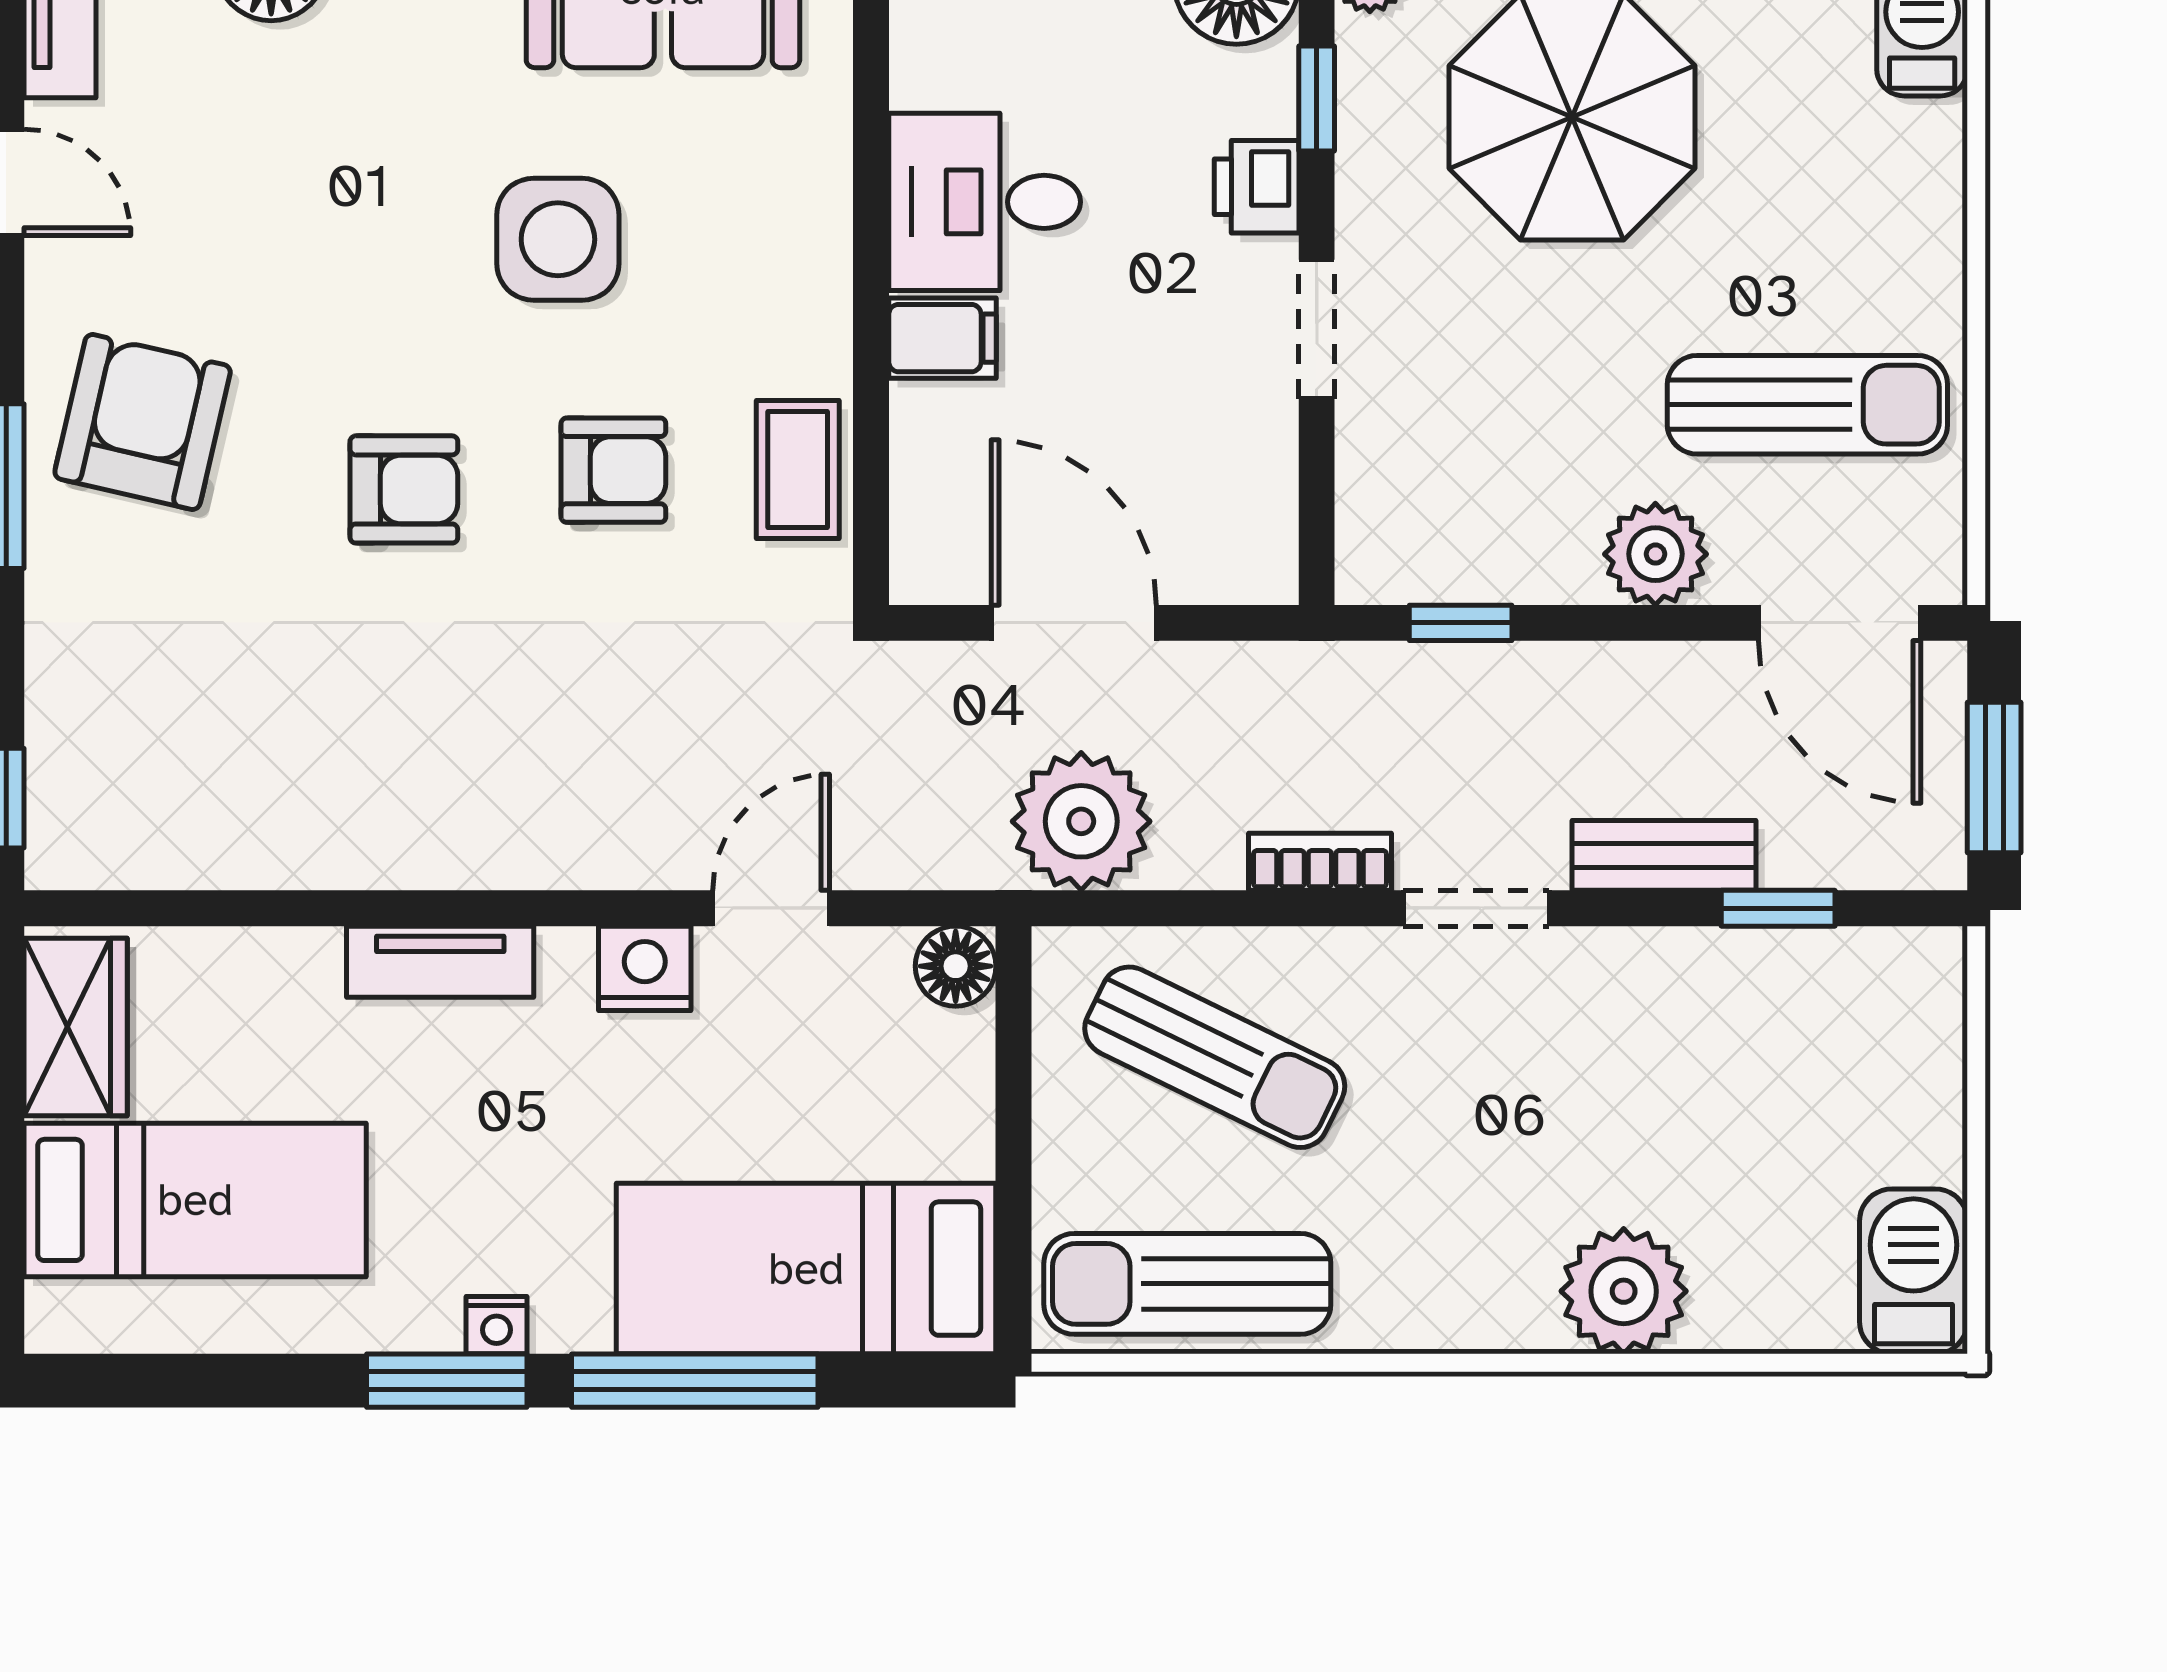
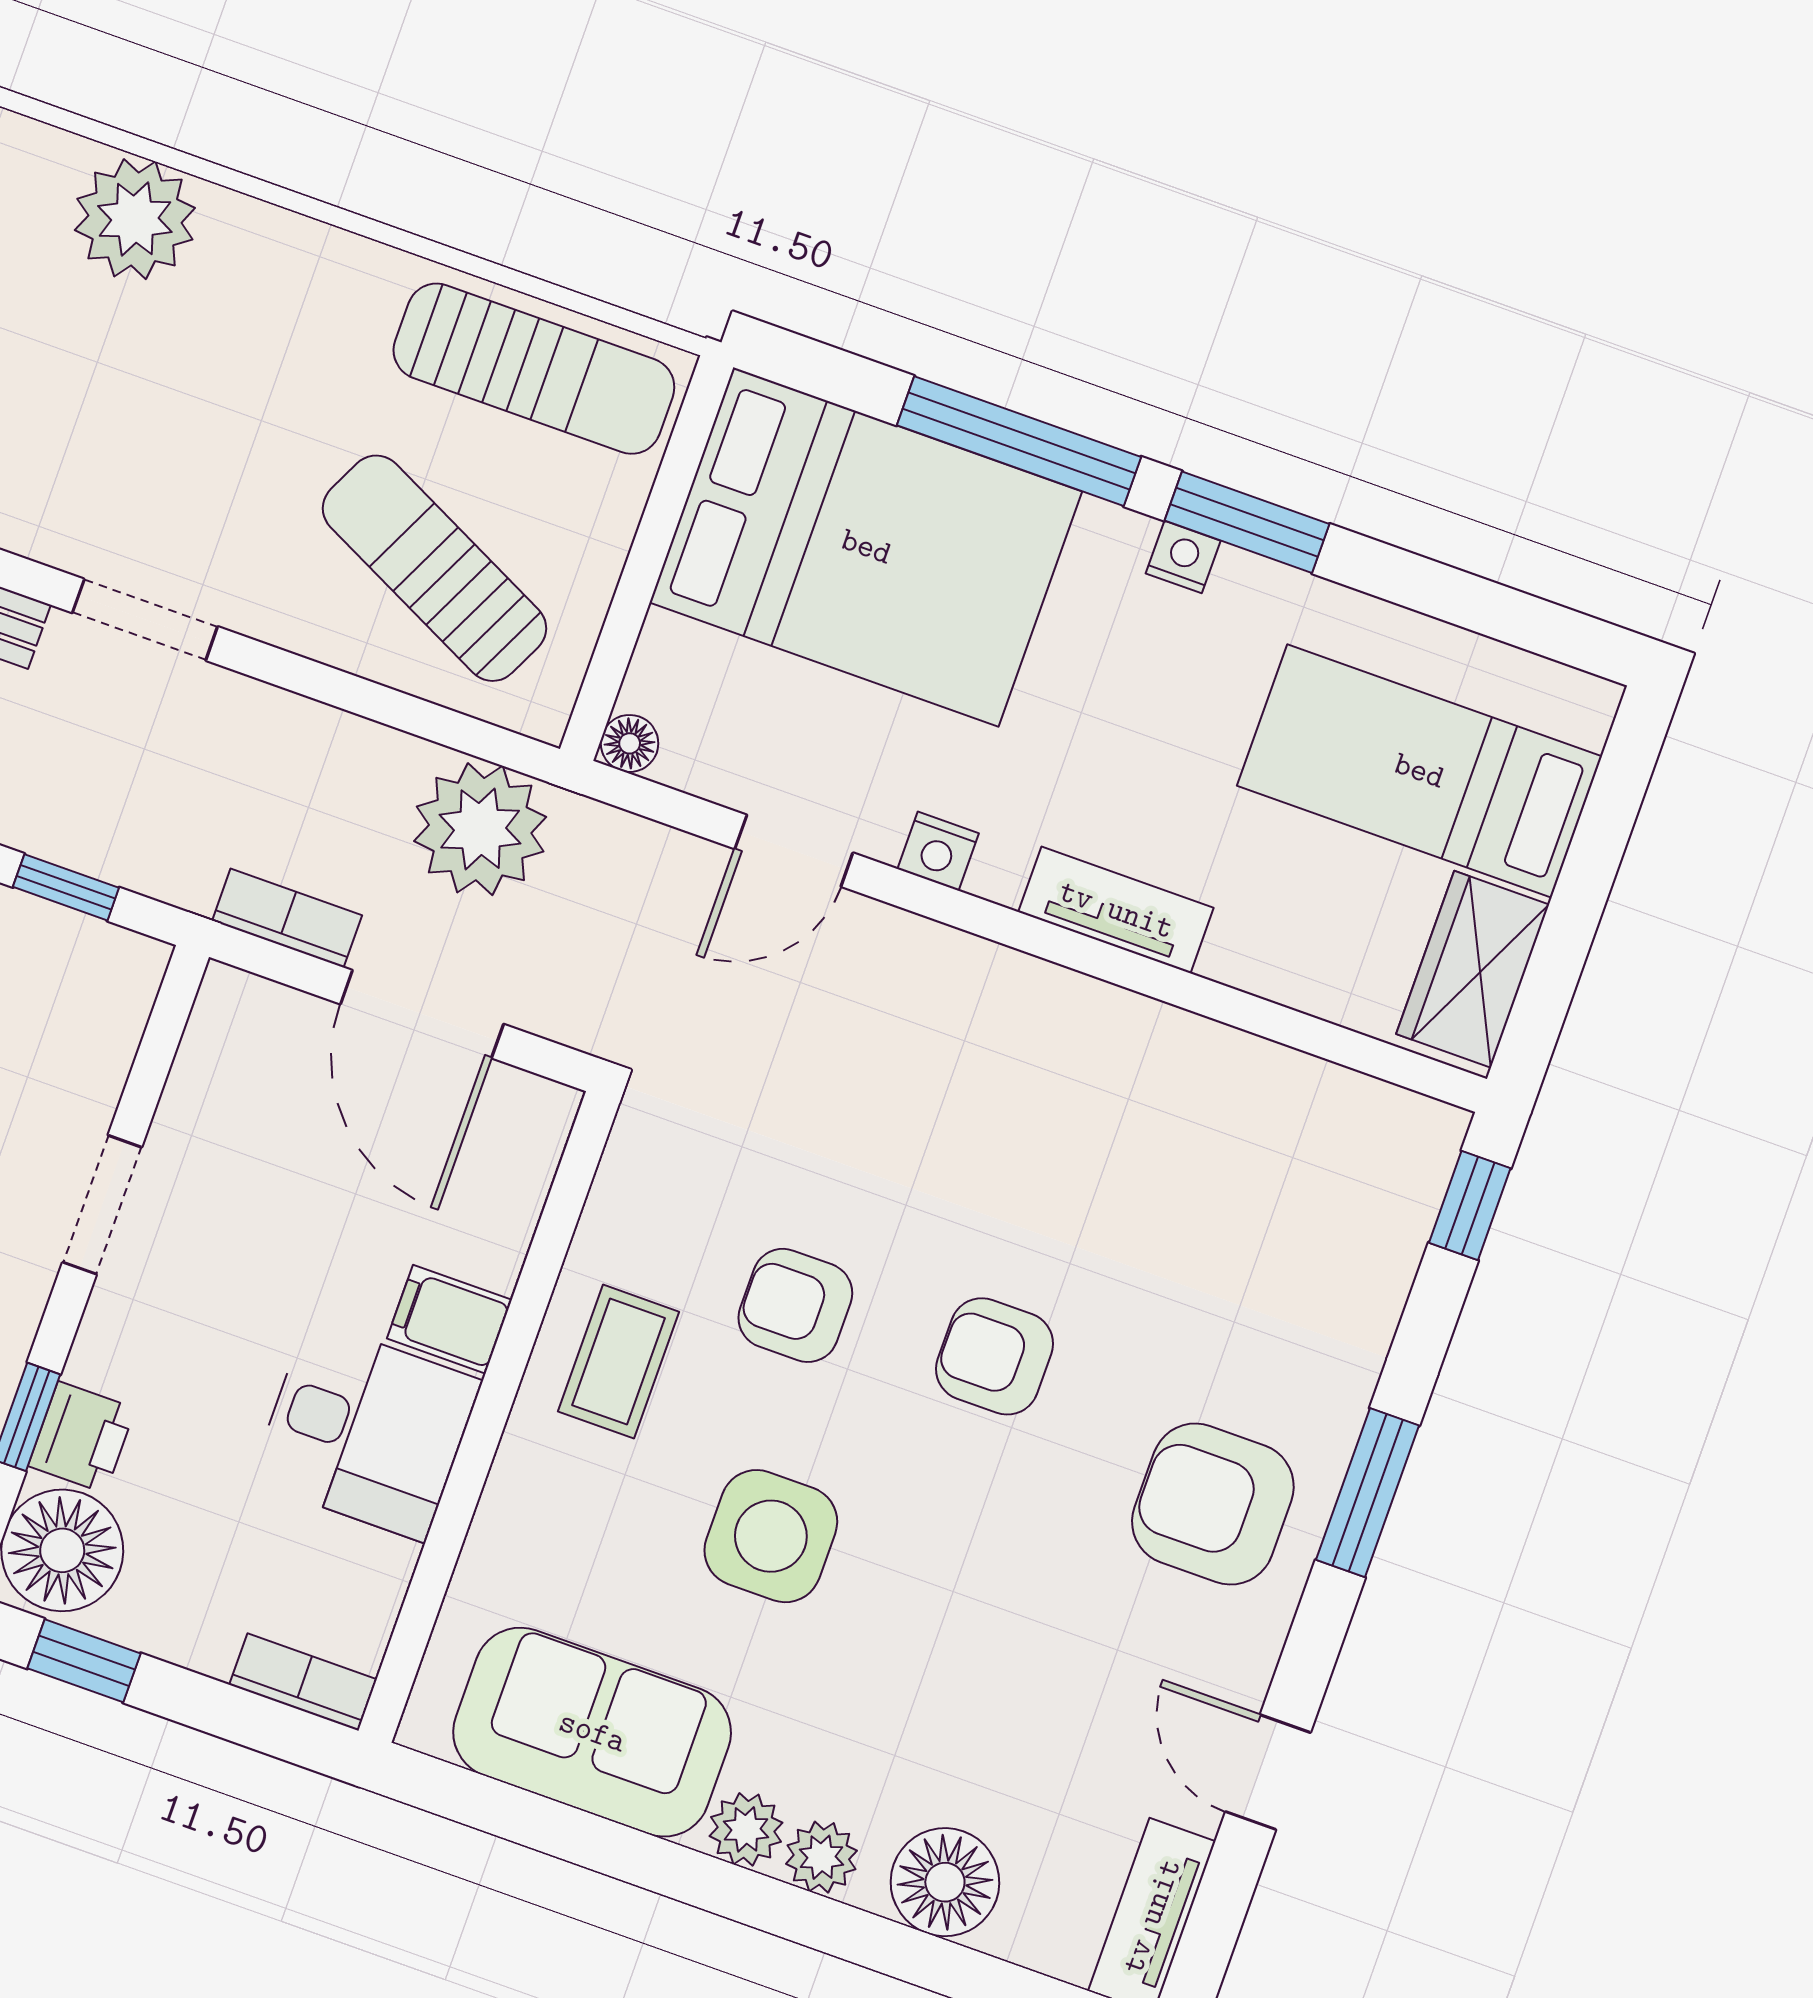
printer: (1257, 187) -> (82, 1437), moved
armchair: (143, 422) -> (1213, 1504), turned 77
coffee table: (798, 470) -> (618, 1362), moved
bookcase: (1320, 862) -> (287, 918), moved, turned 180
floor lamp: (956, 966) -> (630, 743), width x0.73, depth x0.73
nightstand: (645, 968) -> (938, 851), width x0.72, depth x0.74
bed: (806, 1269) -> (866, 547), width x1.50

